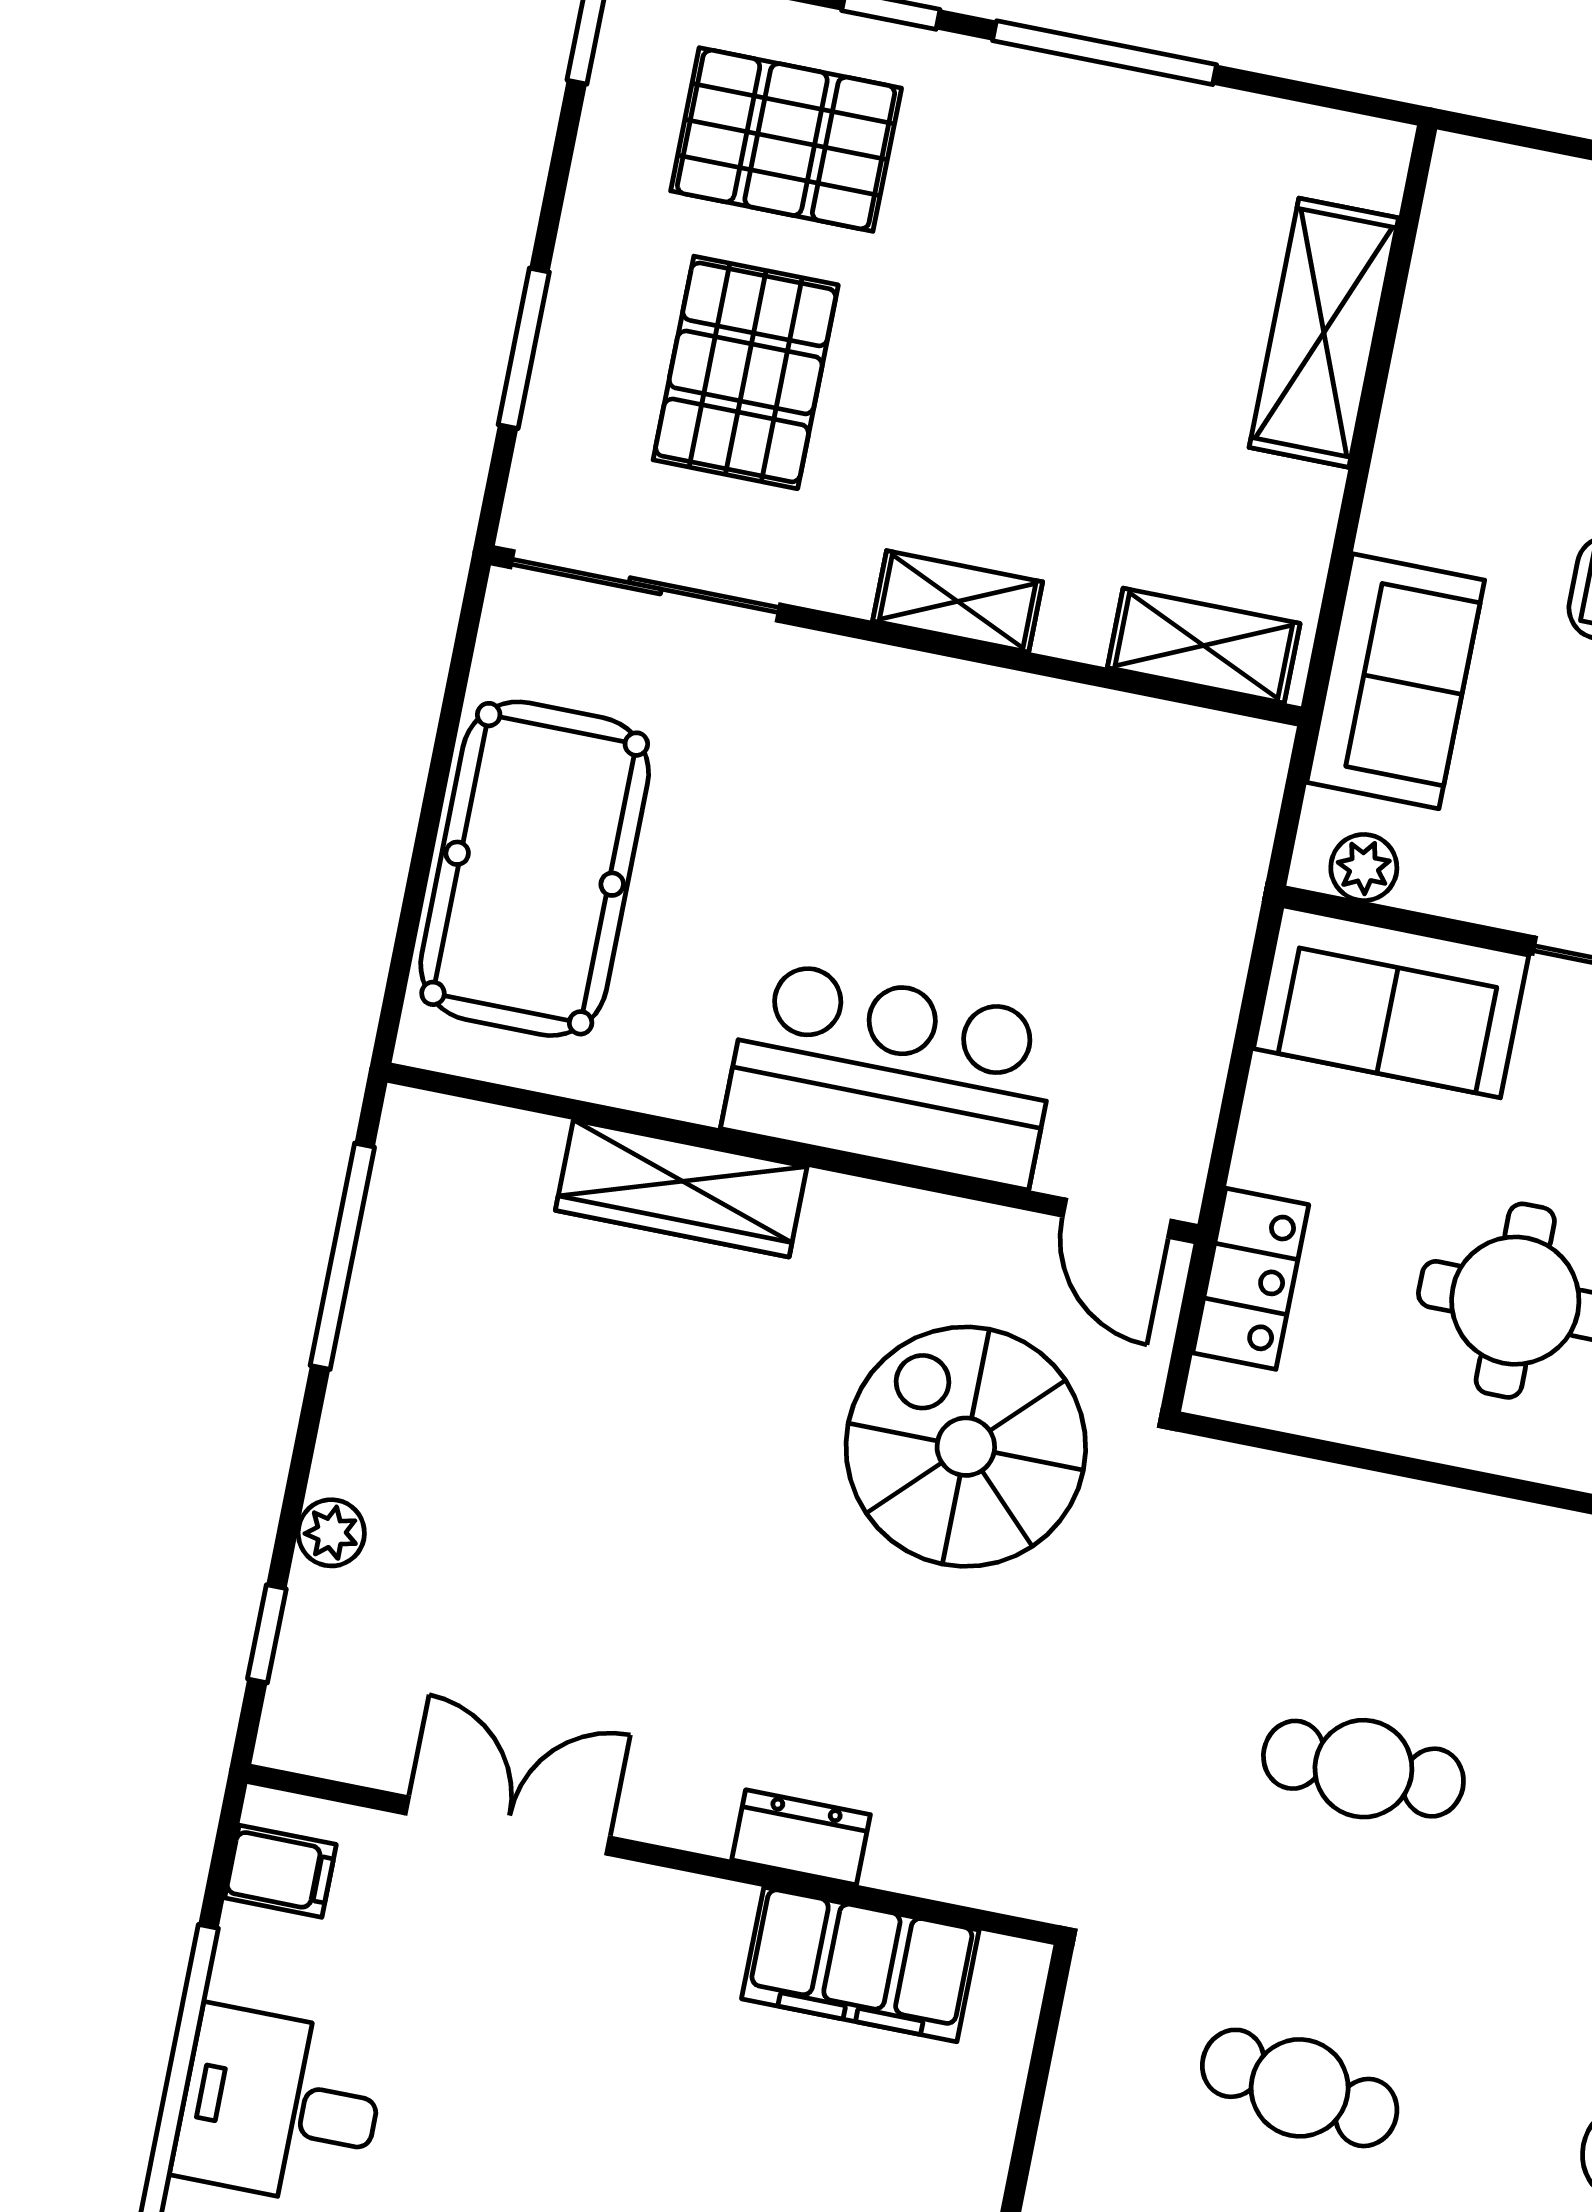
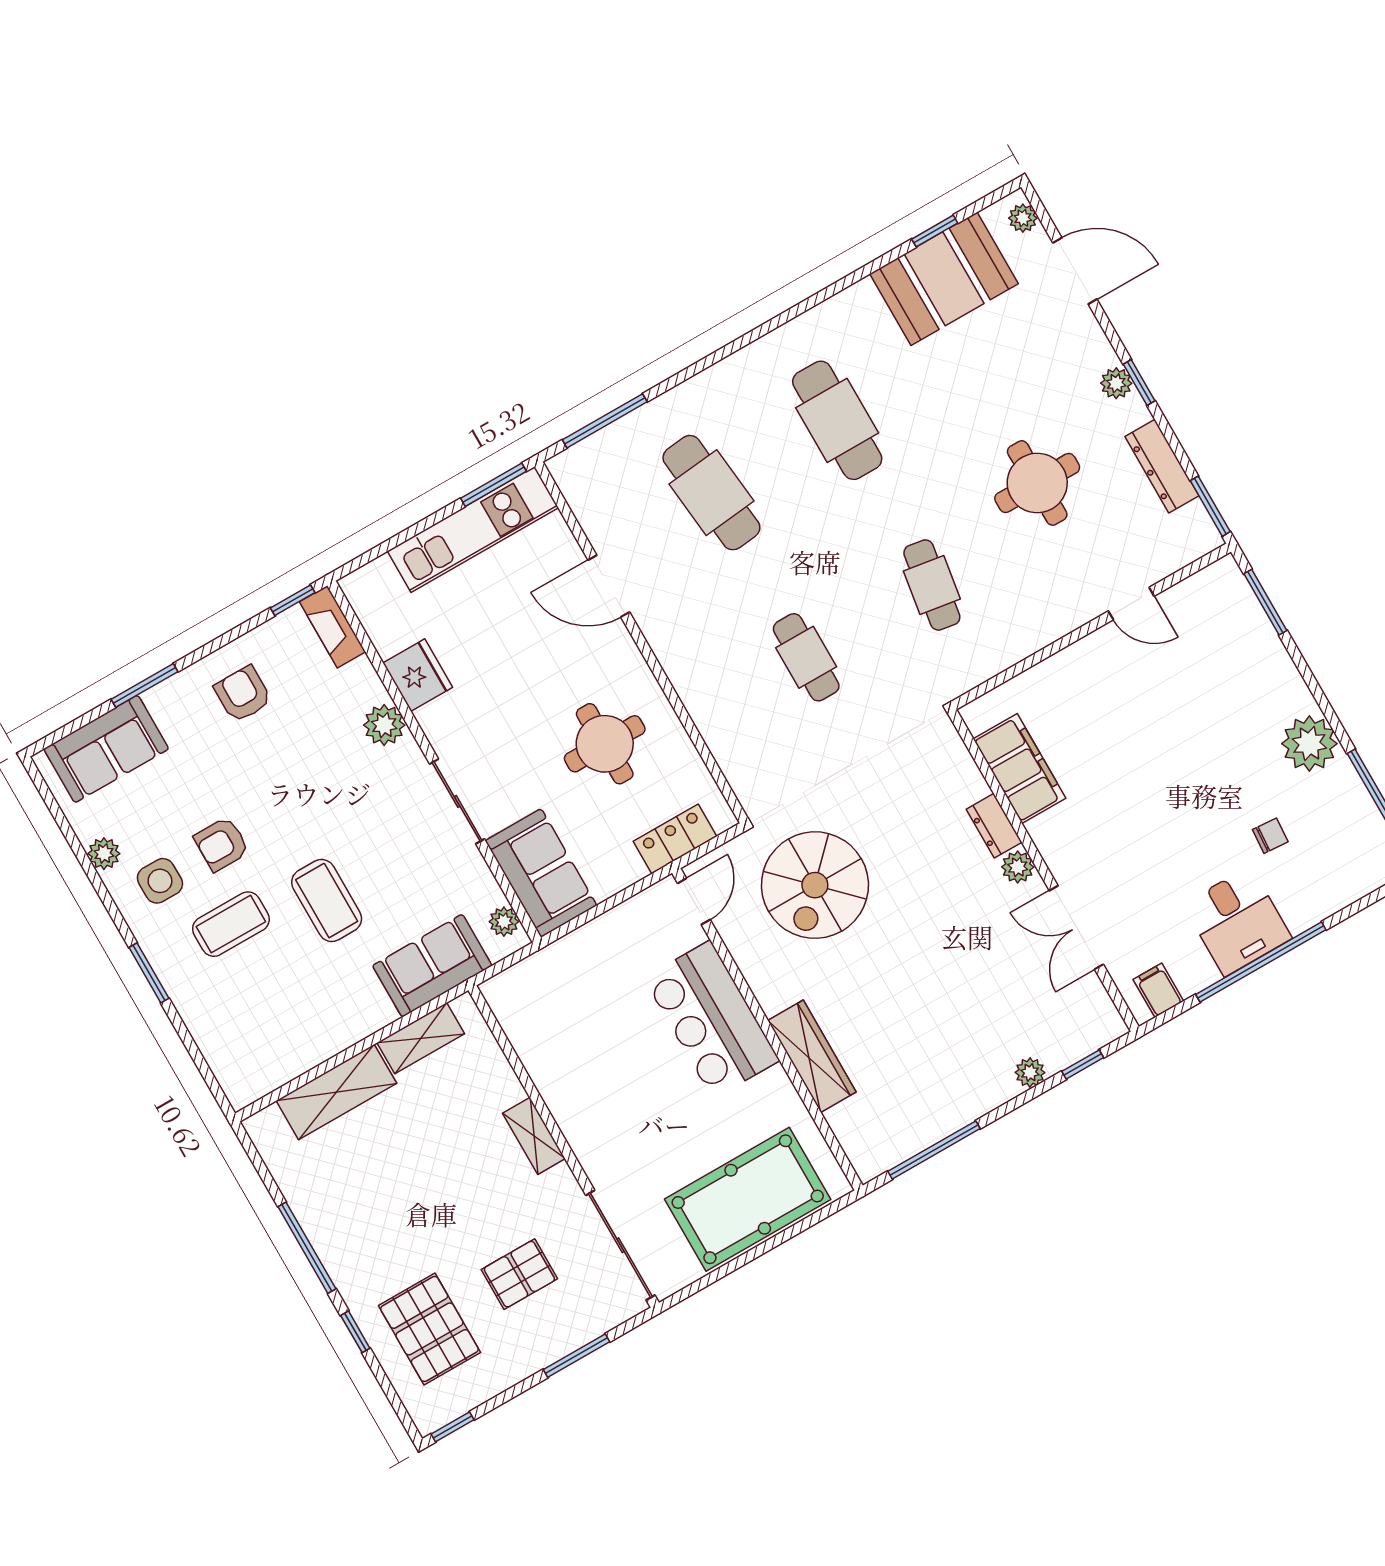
pallet: (746, 372) -> (519, 1274), width x0.67, depth x0.71
shelving: (1204, 646) -> (421, 1038), moved, turned 90
plant: (697, 1816) -> (1018, 867), added

